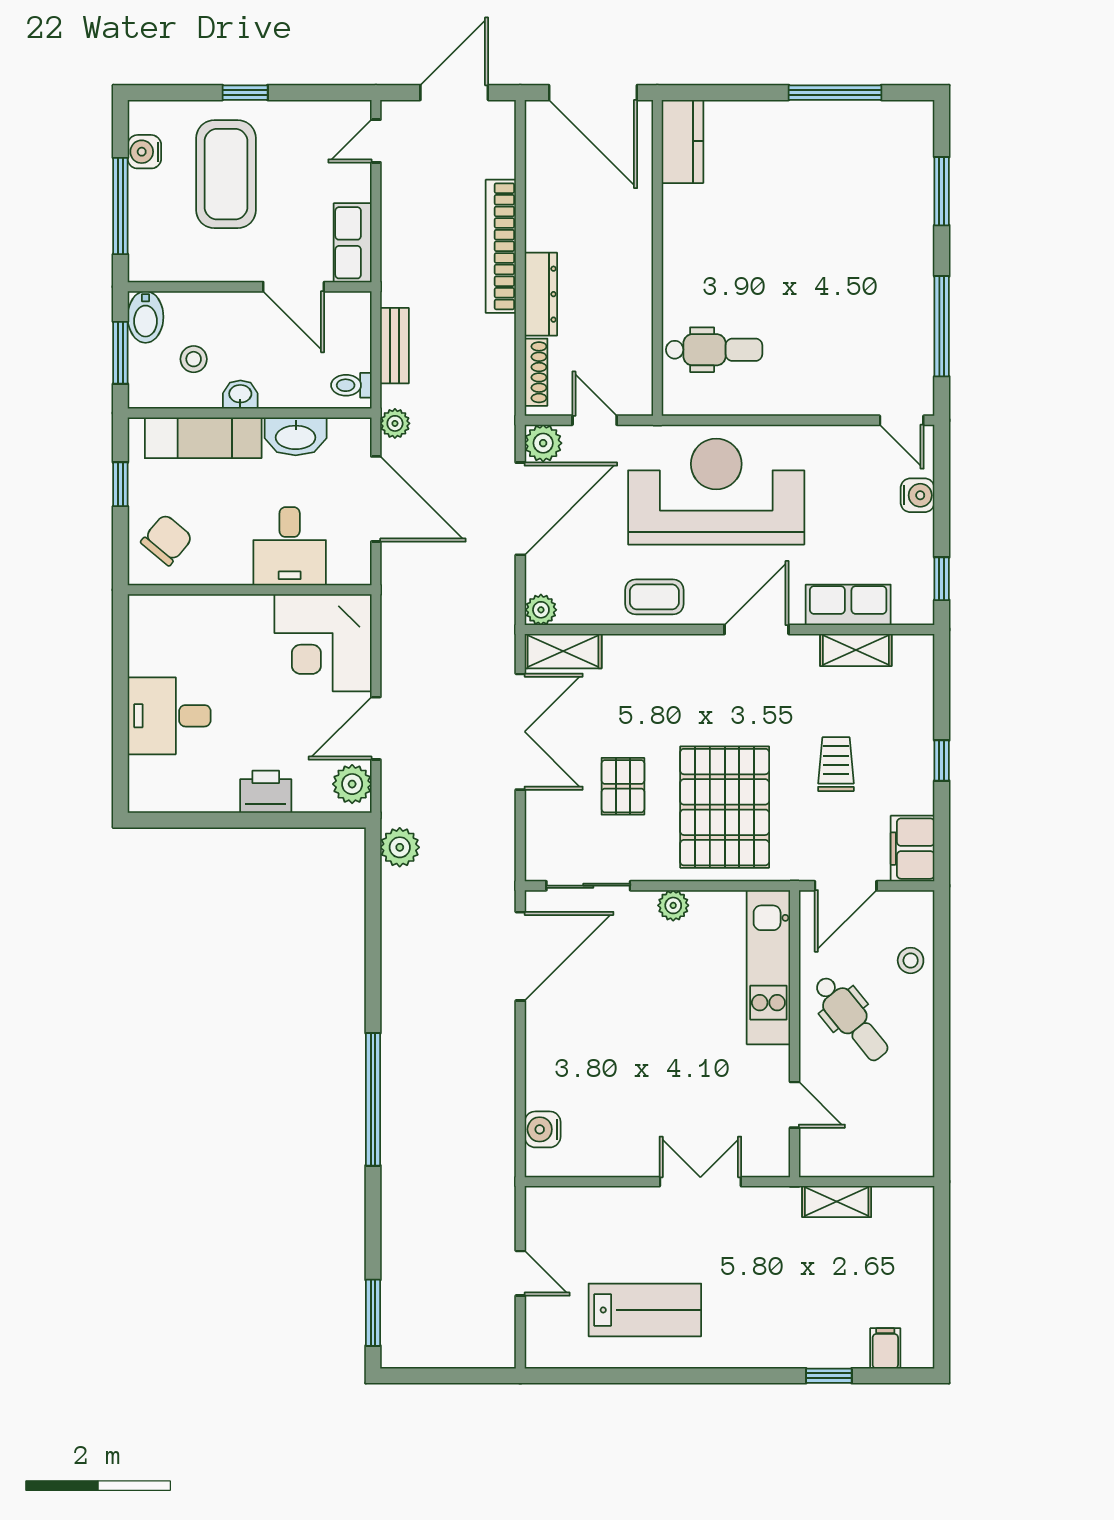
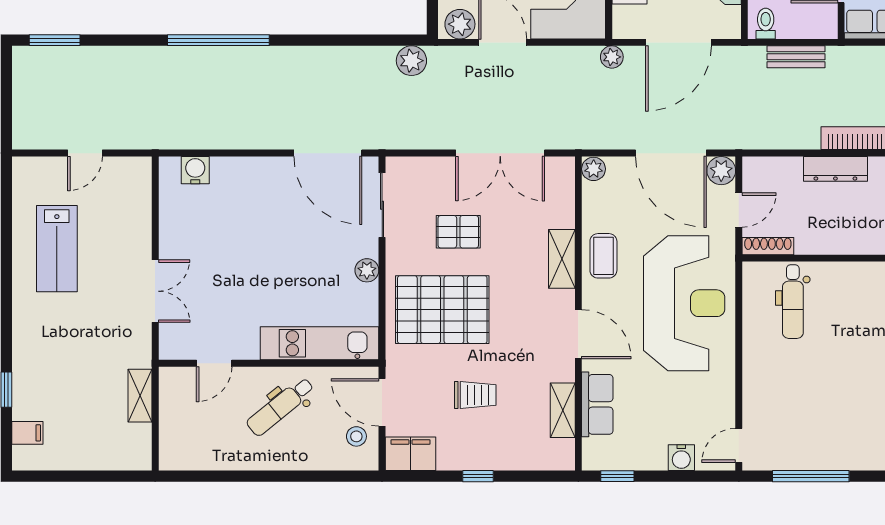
shoe rack: (536, 372) -> (768, 246), moved, turned 180
plant: (395, 423) -> (612, 57), moved
shelving: (563, 651) -> (562, 259), moved
stool: (911, 960) -> (356, 436), moved

